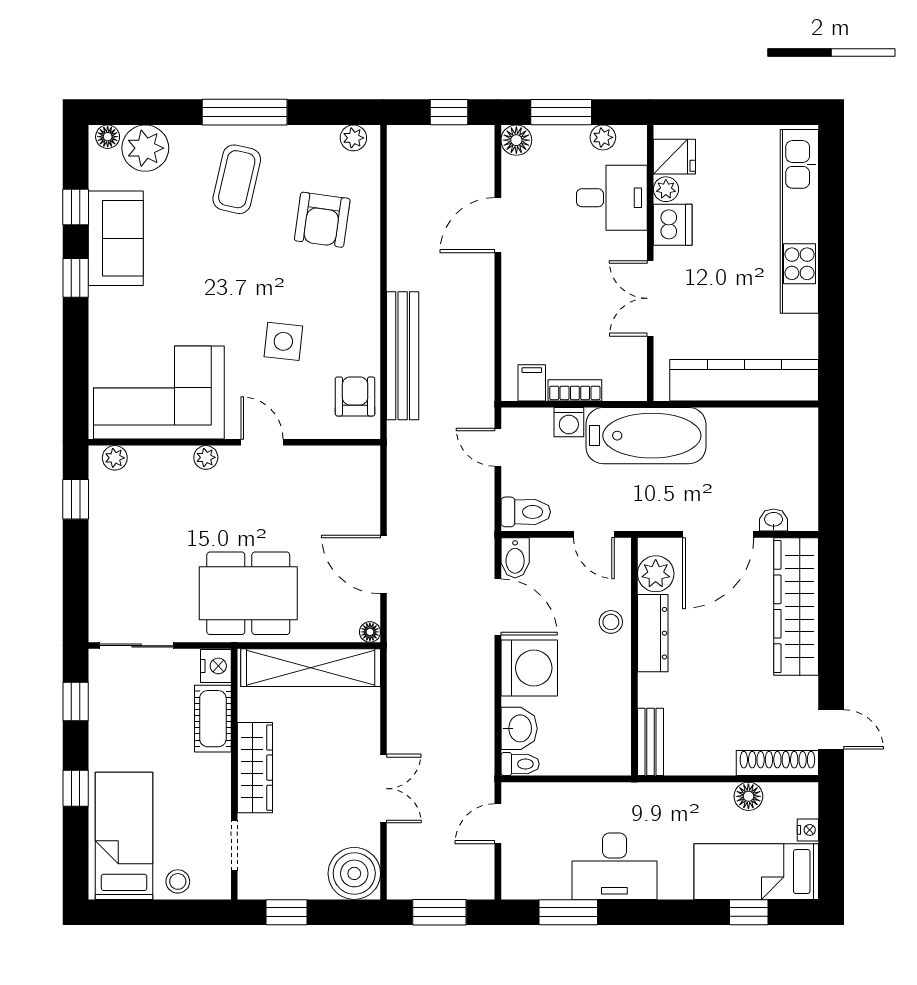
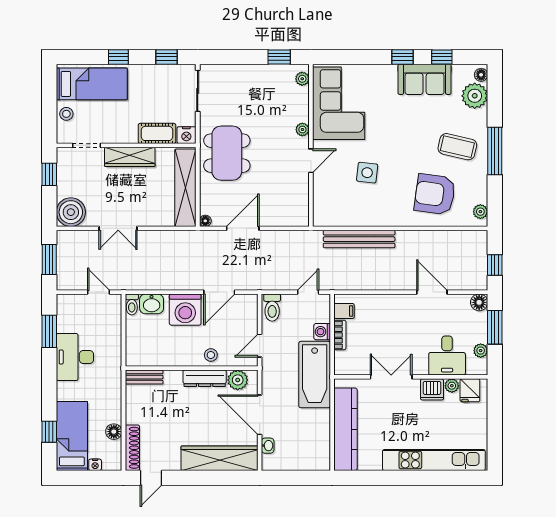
armchair: (322, 220) -> (435, 194), width x1.36, depth x1.36
armchair: (355, 396) -> (336, 213), removed
bidet: (515, 558) -> (247, 302), removed

